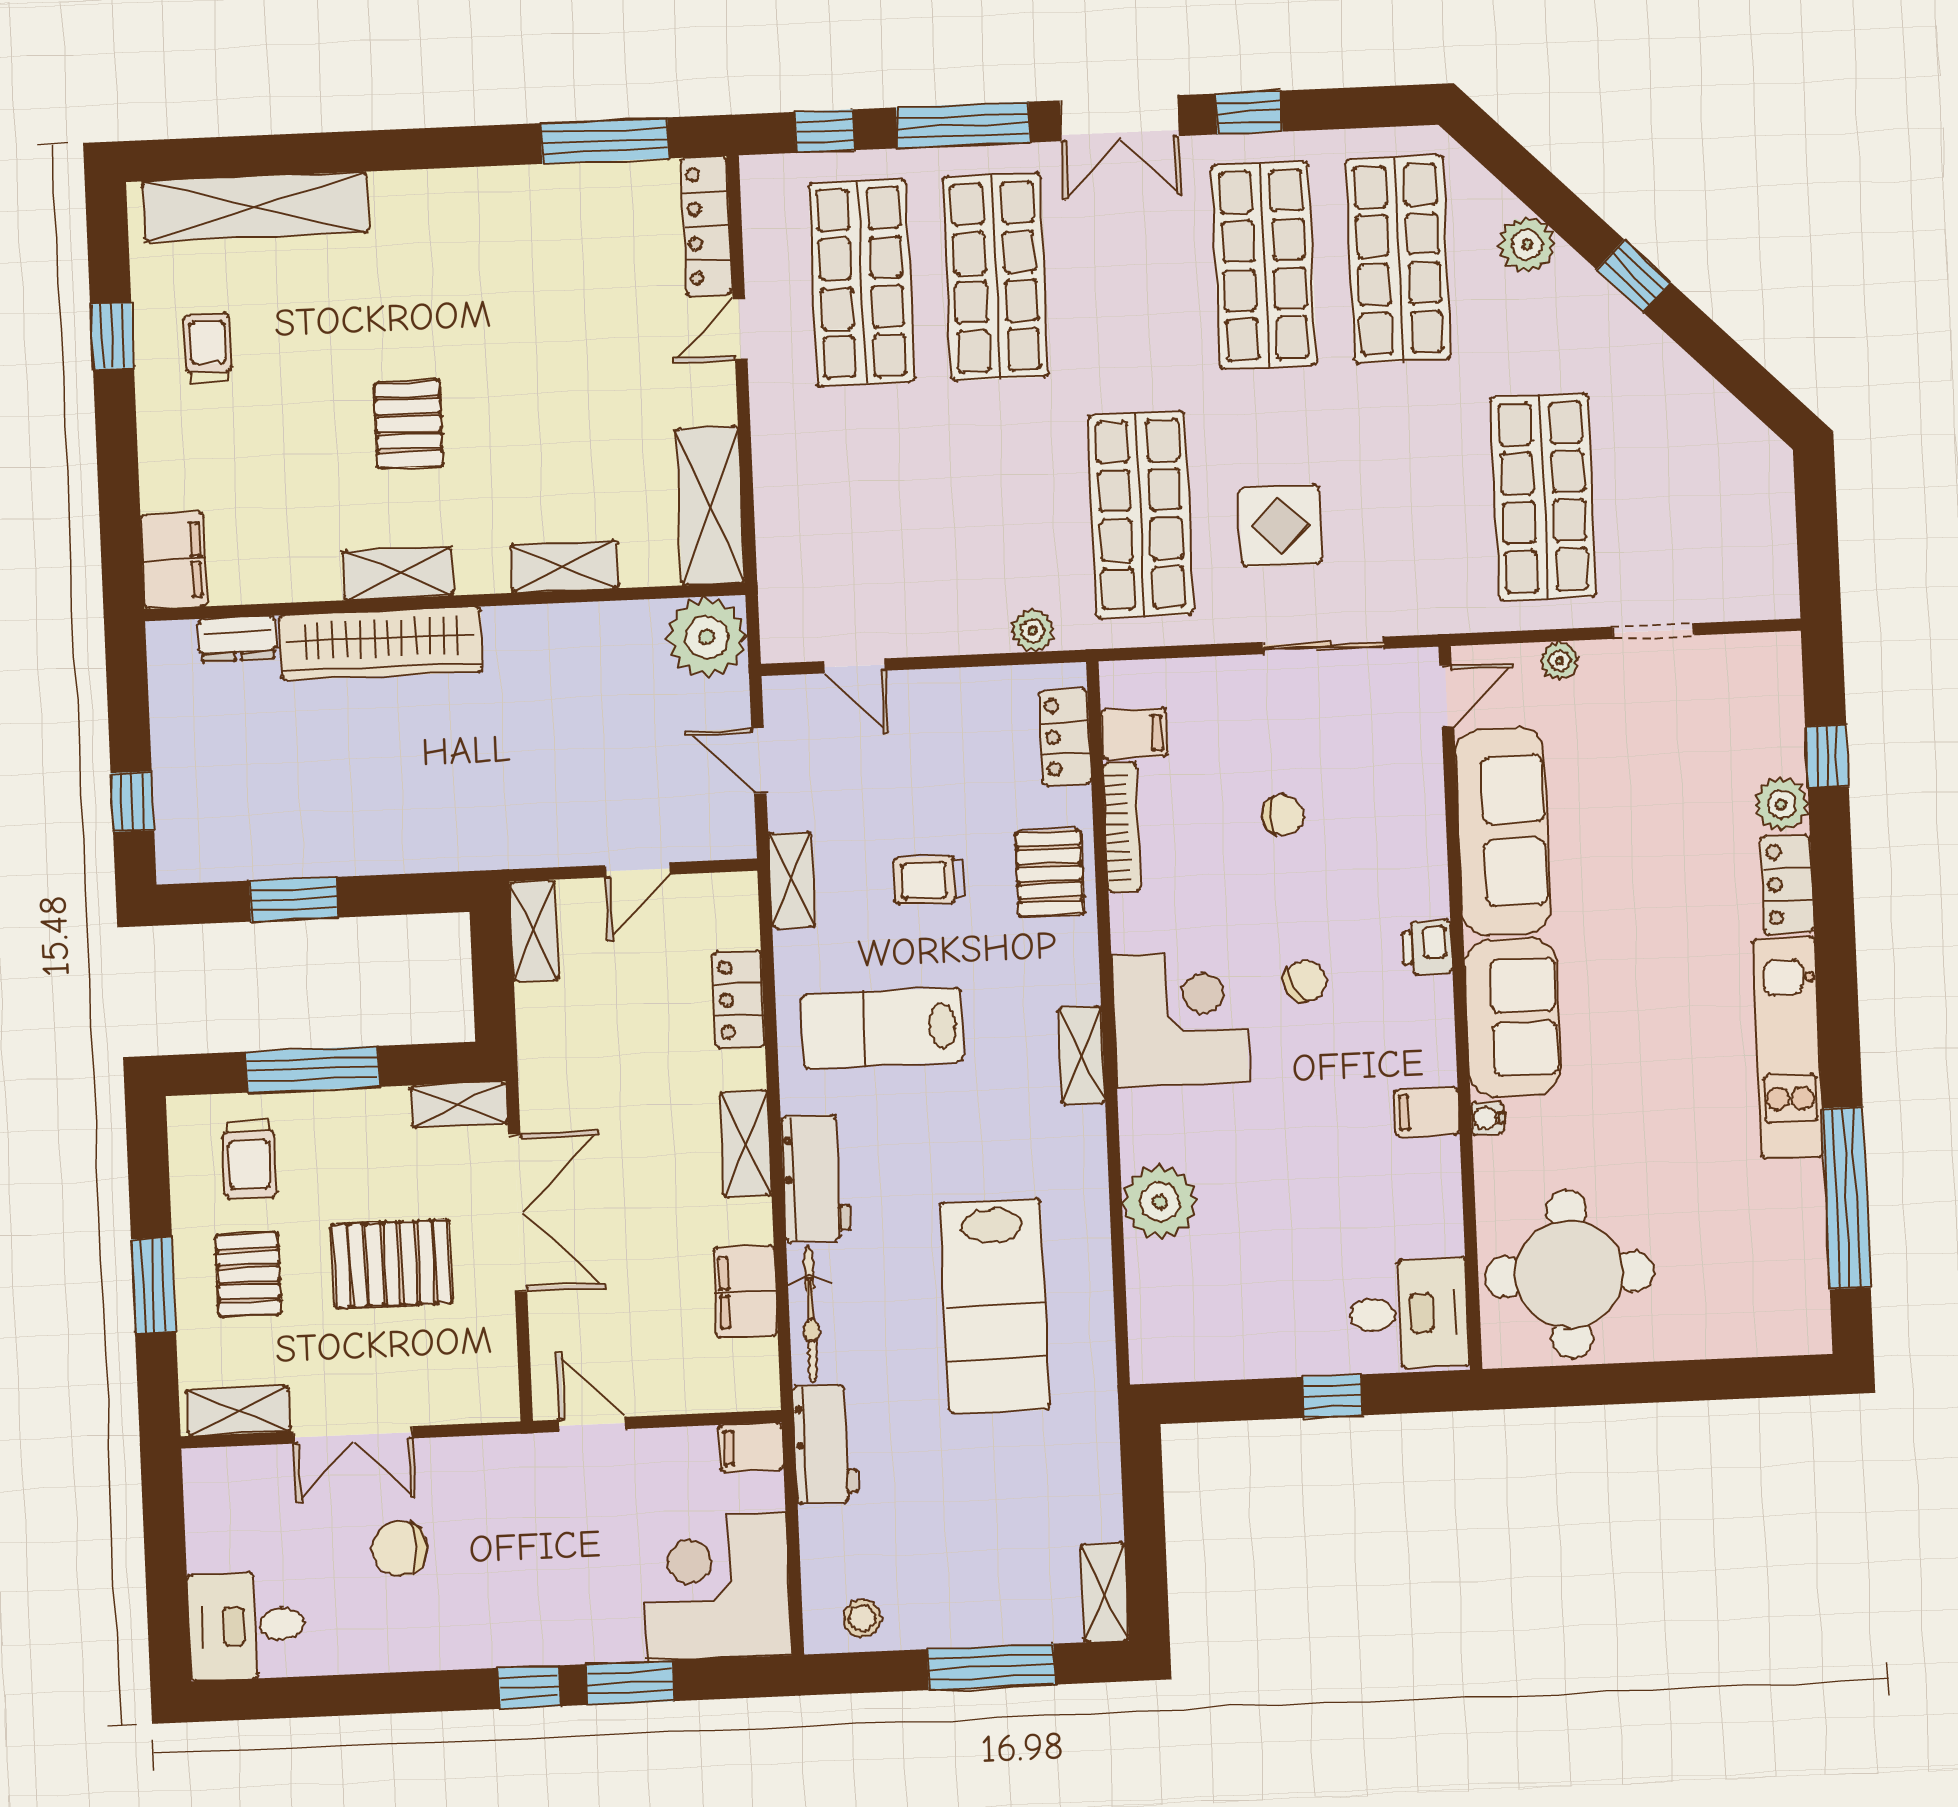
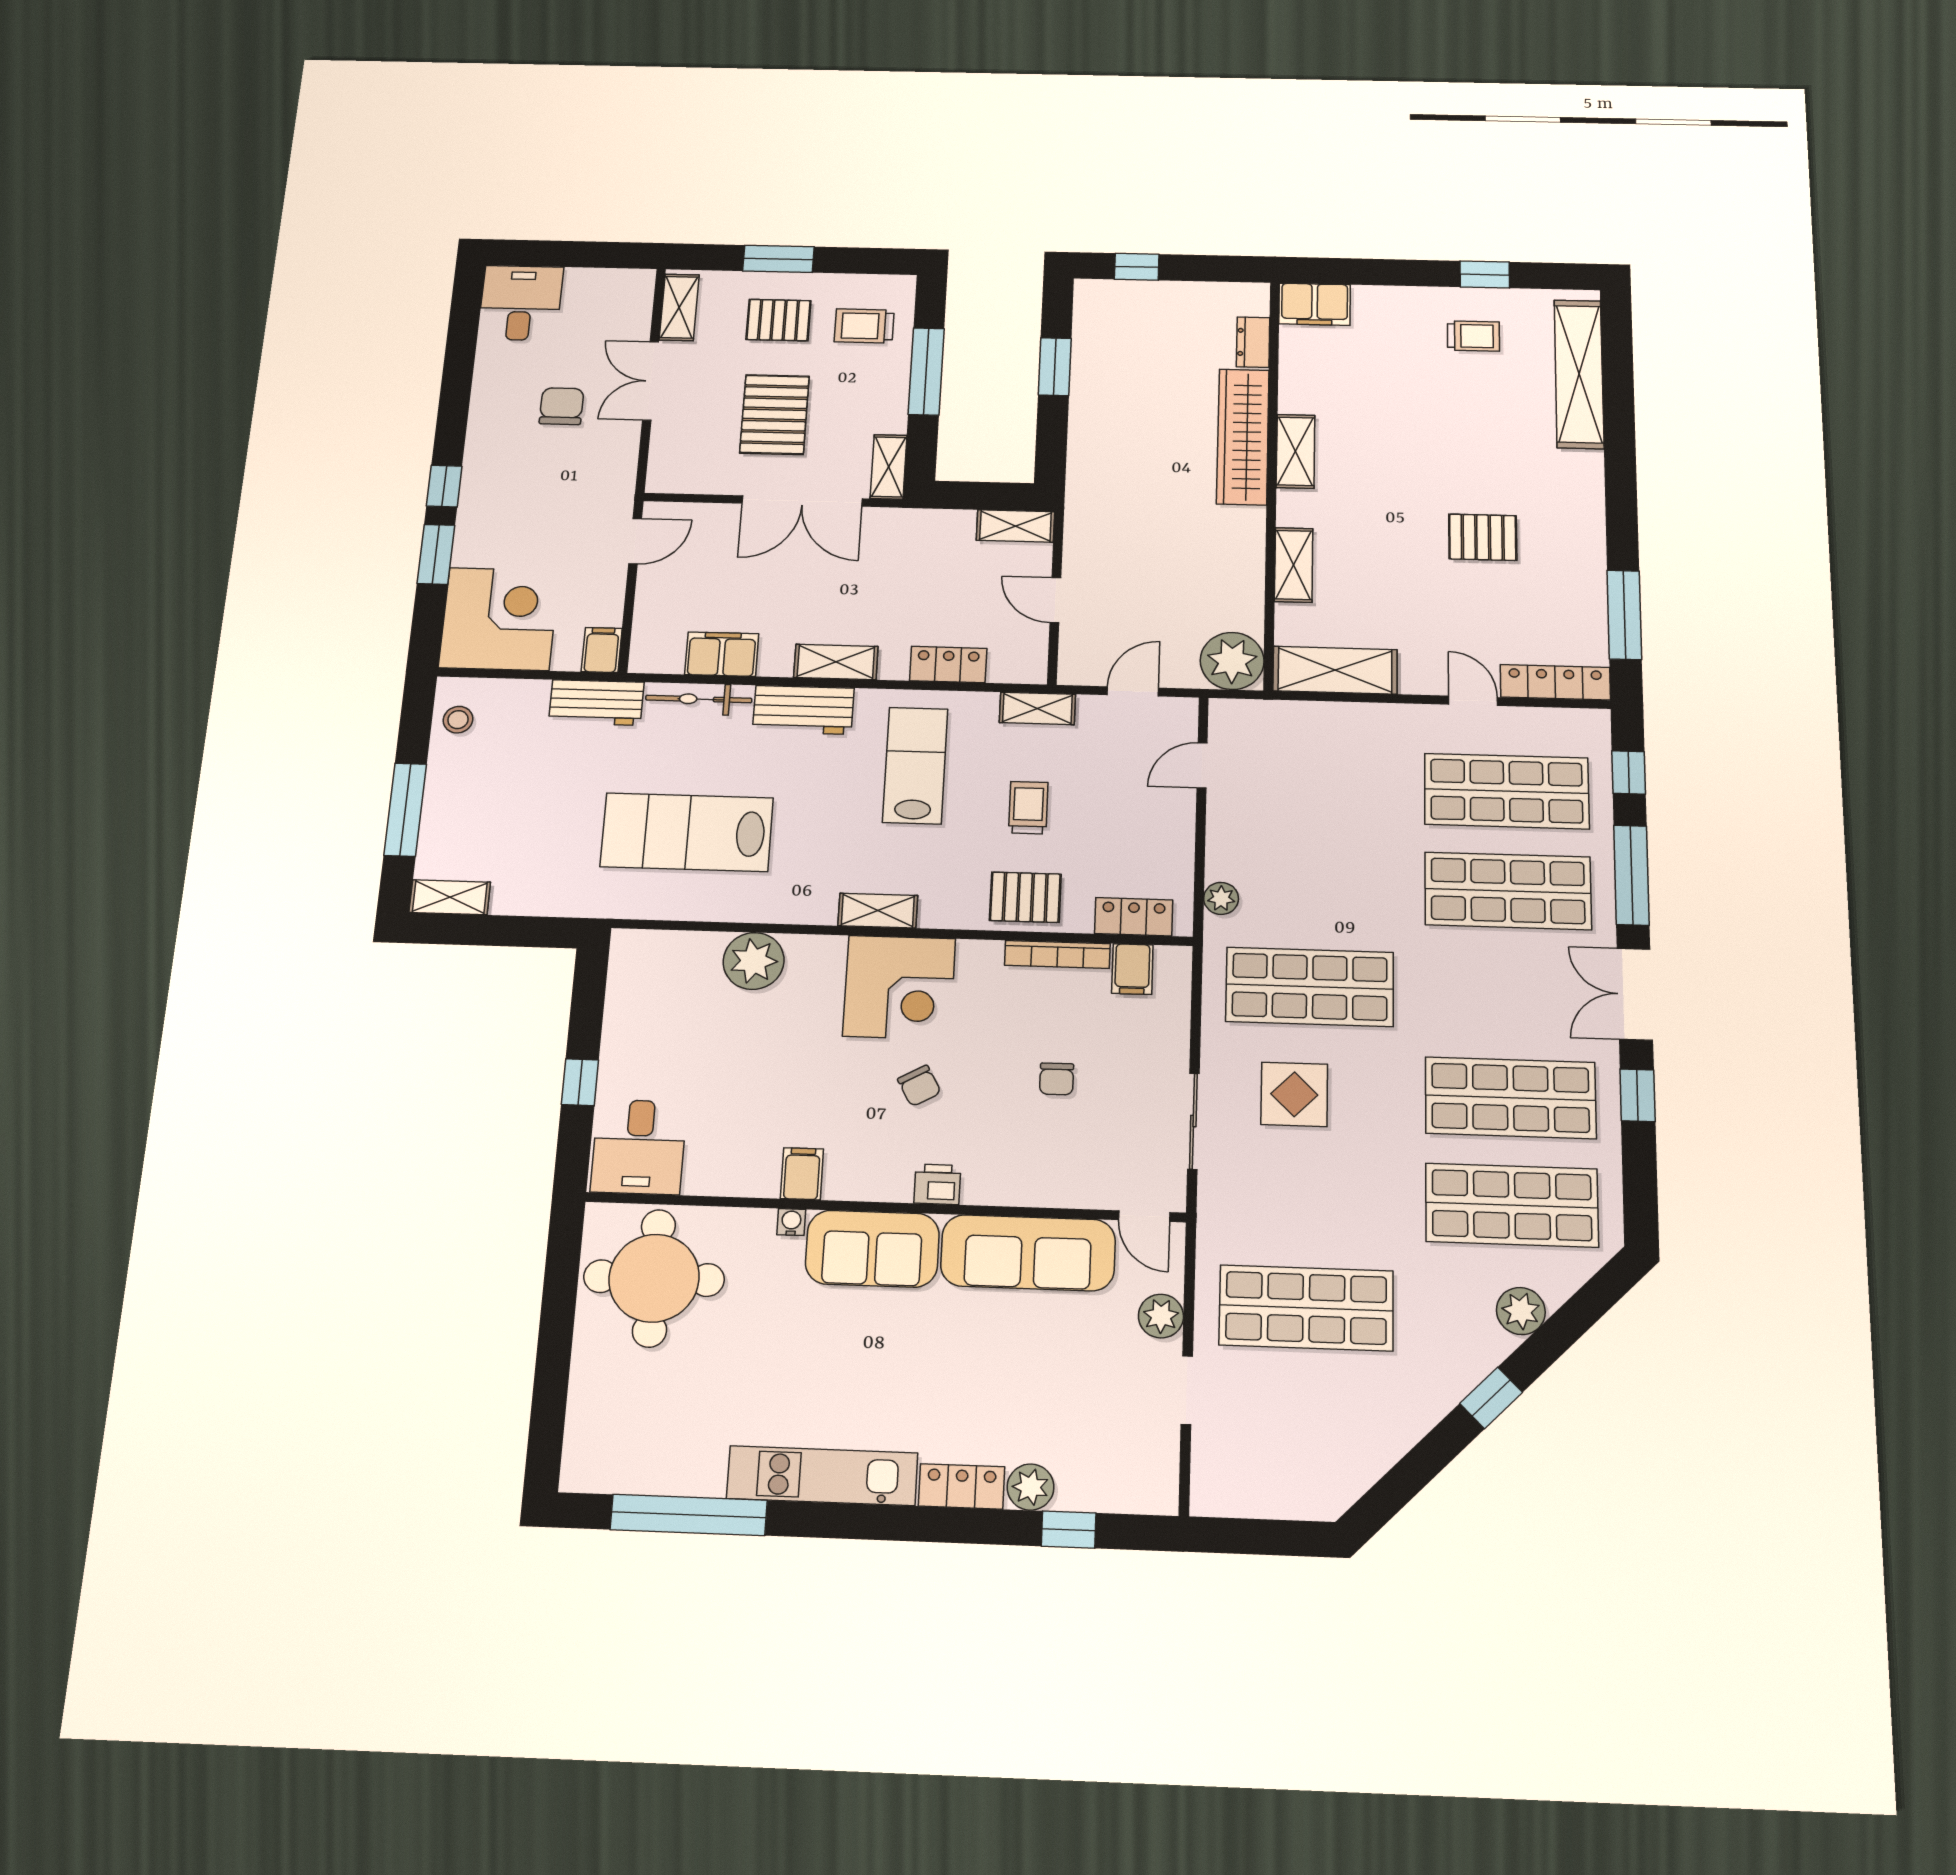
pallet: (408, 424) -> (1483, 537), moved
plant: (1559, 661) -> (1161, 1316), width x1.38, depth x1.38

